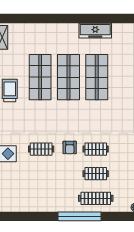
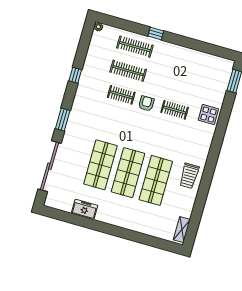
freezer: (95, 31) -> (85, 209), width x0.71
clothes rail: (96, 174) -> (128, 71), width x1.36
window: (79, 216) -> (156, 34), width x0.32

